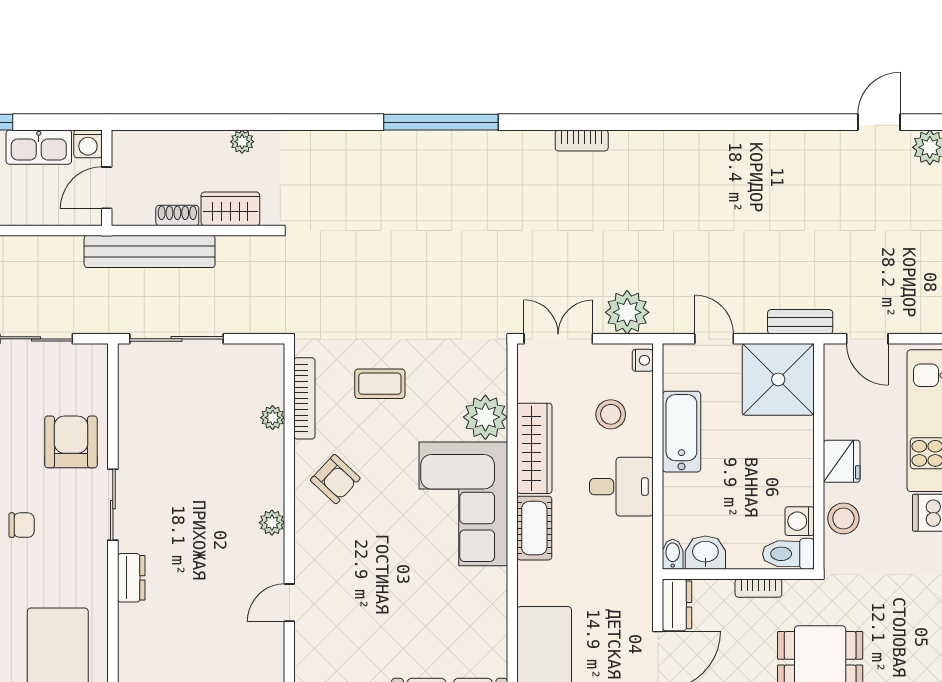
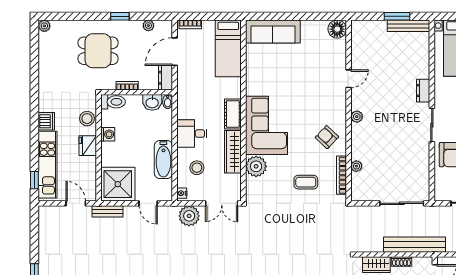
washing machine: (800, 521) -> (108, 134), moved

